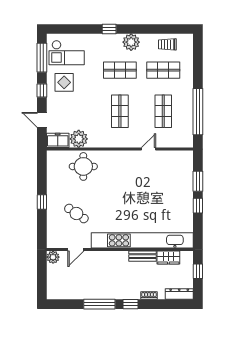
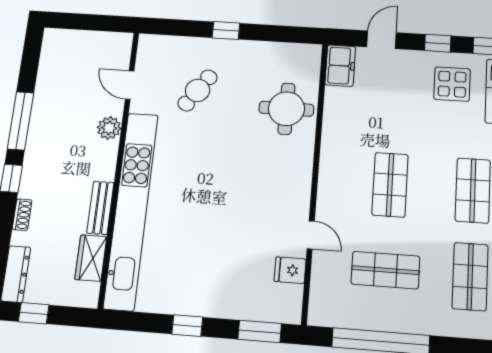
shop shelf: (120, 111) -> (390, 185), turned 90
plant: (79, 139) -> (341, 104), removed
fridge: (167, 158) -> (290, 270), added
window: (198, 181) -> (260, 331), moved
plant: (53, 257) -> (109, 128), moved
window: (198, 271) -> (34, 313), moved

